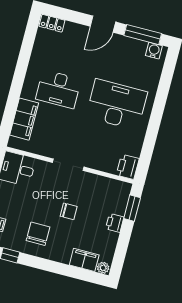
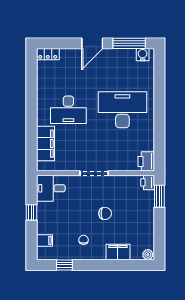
printer: (115, 223) -> (148, 182), moved
chair: (38, 234) -> (84, 240), width x0.54, depth x0.54
filing cabinet: (84, 260) -> (118, 252), moved

